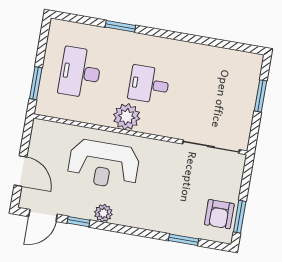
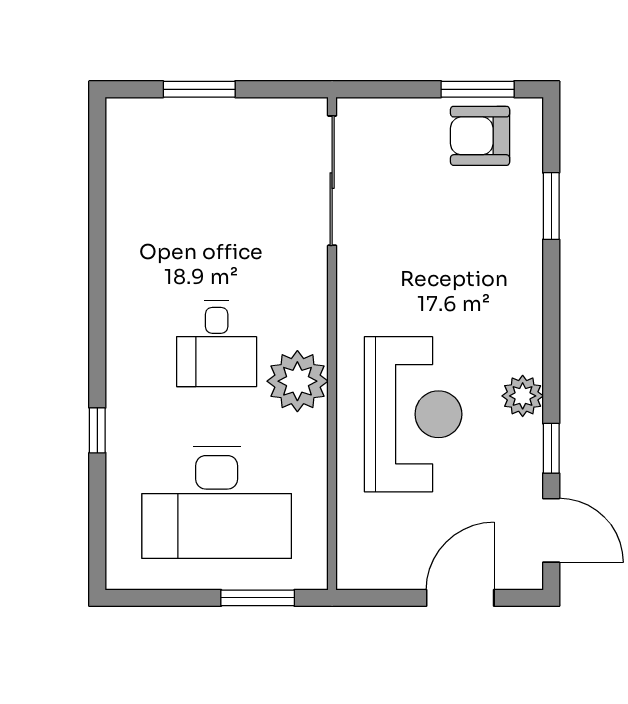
window: (120, 26) -> (97, 430), width x0.67
desk: (80, 73) -> (217, 503), width x1.36, depth x1.30
armchair: (219, 214) -> (480, 136), turned 180

